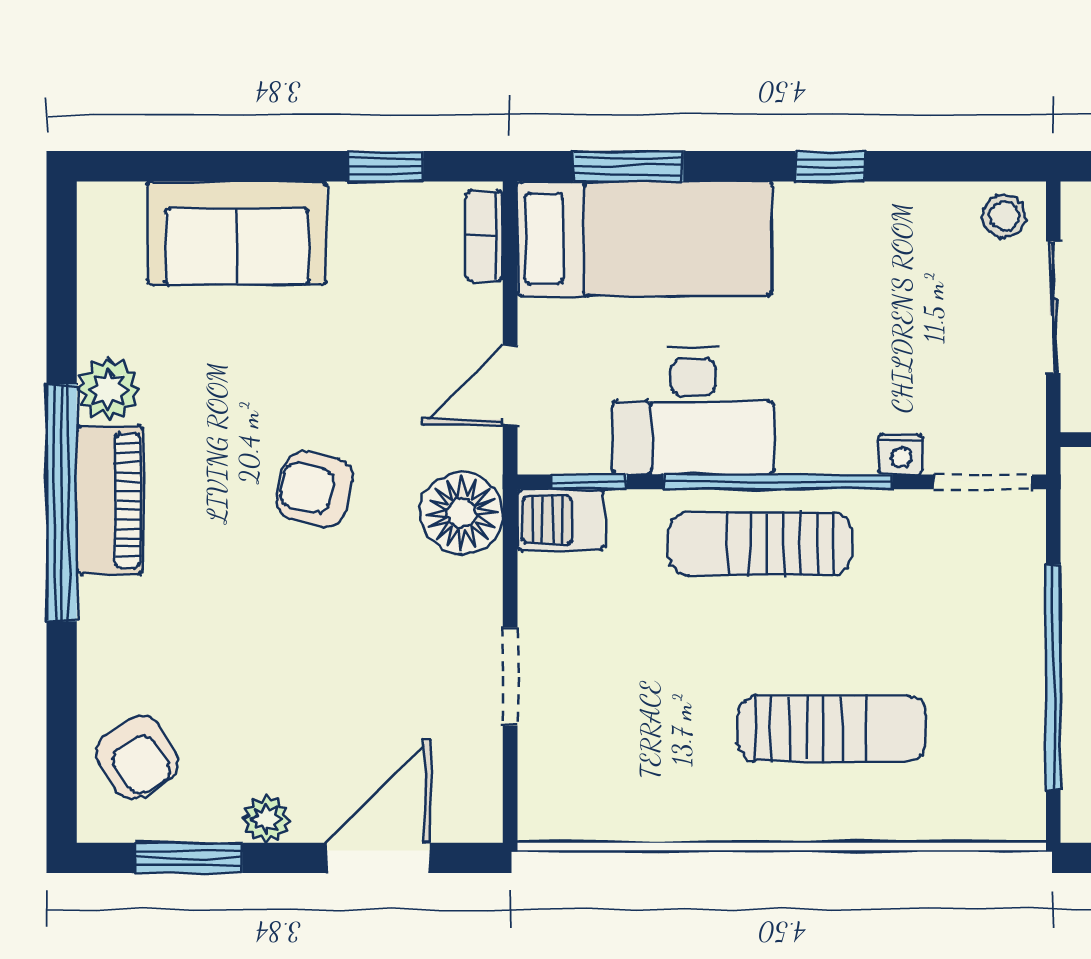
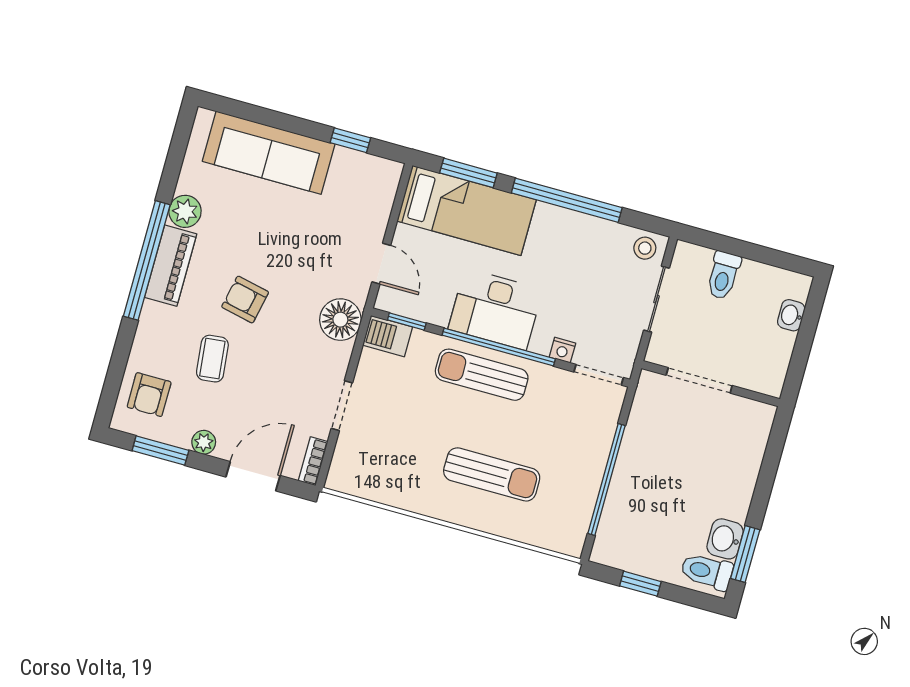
window: (830, 166) -> (567, 200), width x3.17
sofa: (237, 233) -> (269, 153), width x1.36
bookcase: (485, 236) -> (313, 461), moved
door: (510, 385) -> (381, 264), swing flipped
desk: (693, 411) -> (496, 309), moved
armchair: (315, 489) -> (245, 300), moved
coffee table: (239, 655) -> (212, 359), added
armchair: (137, 757) -> (149, 395), turned 32

